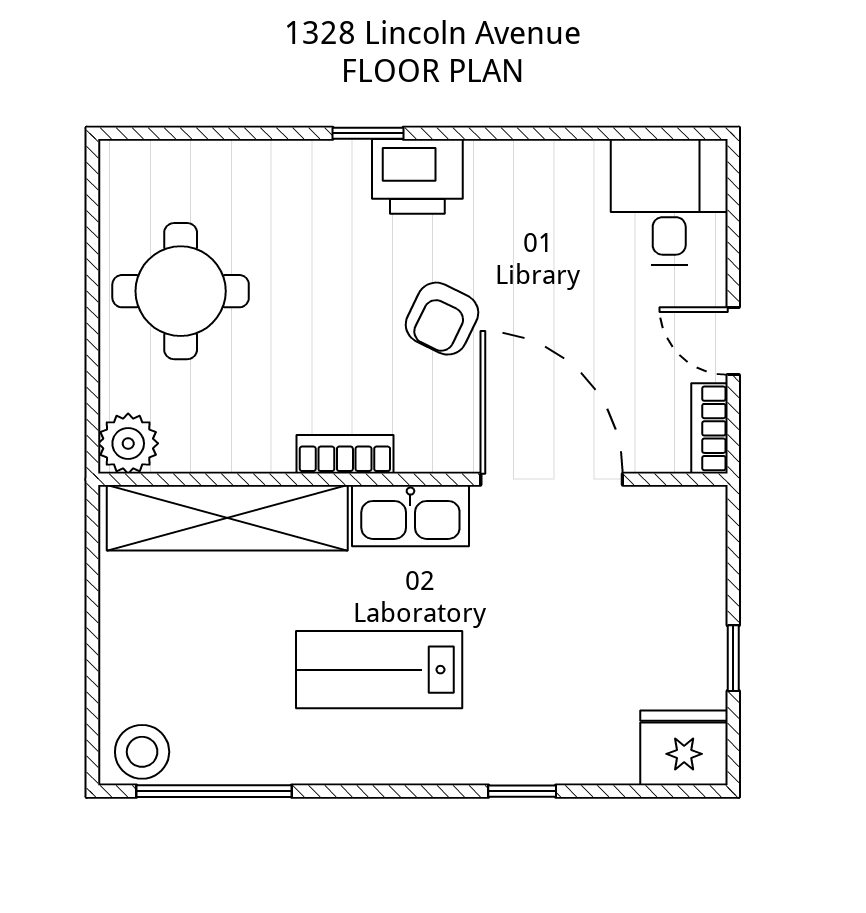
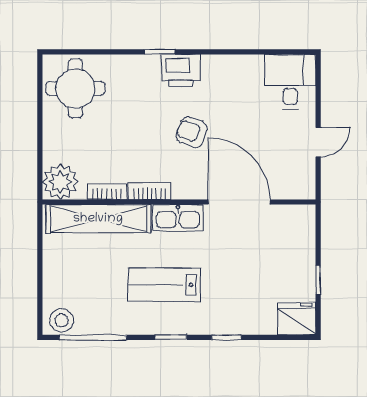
round table: (181, 291) -> (75, 88), moved
armchair: (442, 319) -> (192, 132), turned 84
door: (733, 341) -> (318, 142), swing flipped
bookcase: (710, 428) -> (107, 192), moved, turned 90
plant: (128, 443) -> (60, 182), width x1.36, depth x1.36
window: (394, 791) -> (171, 337), added

